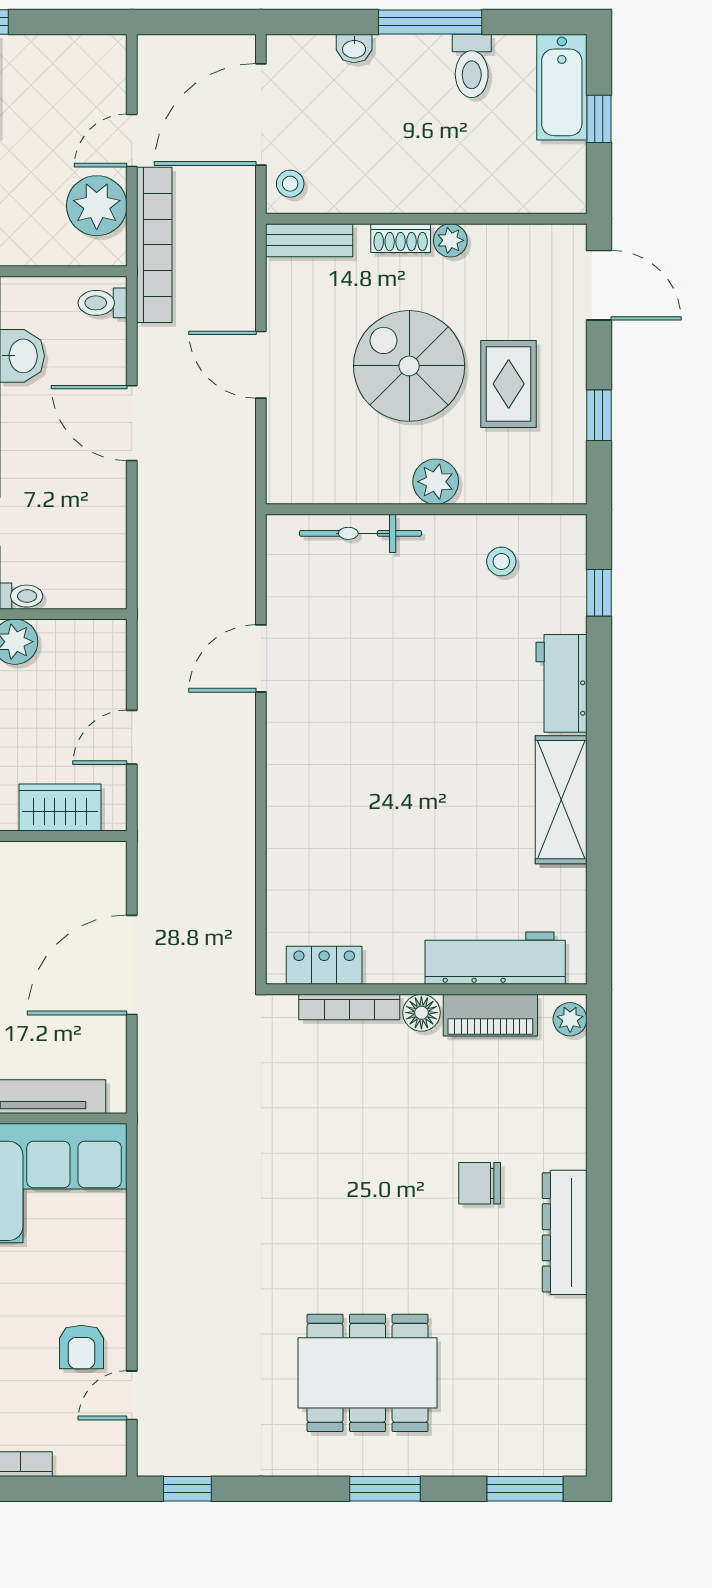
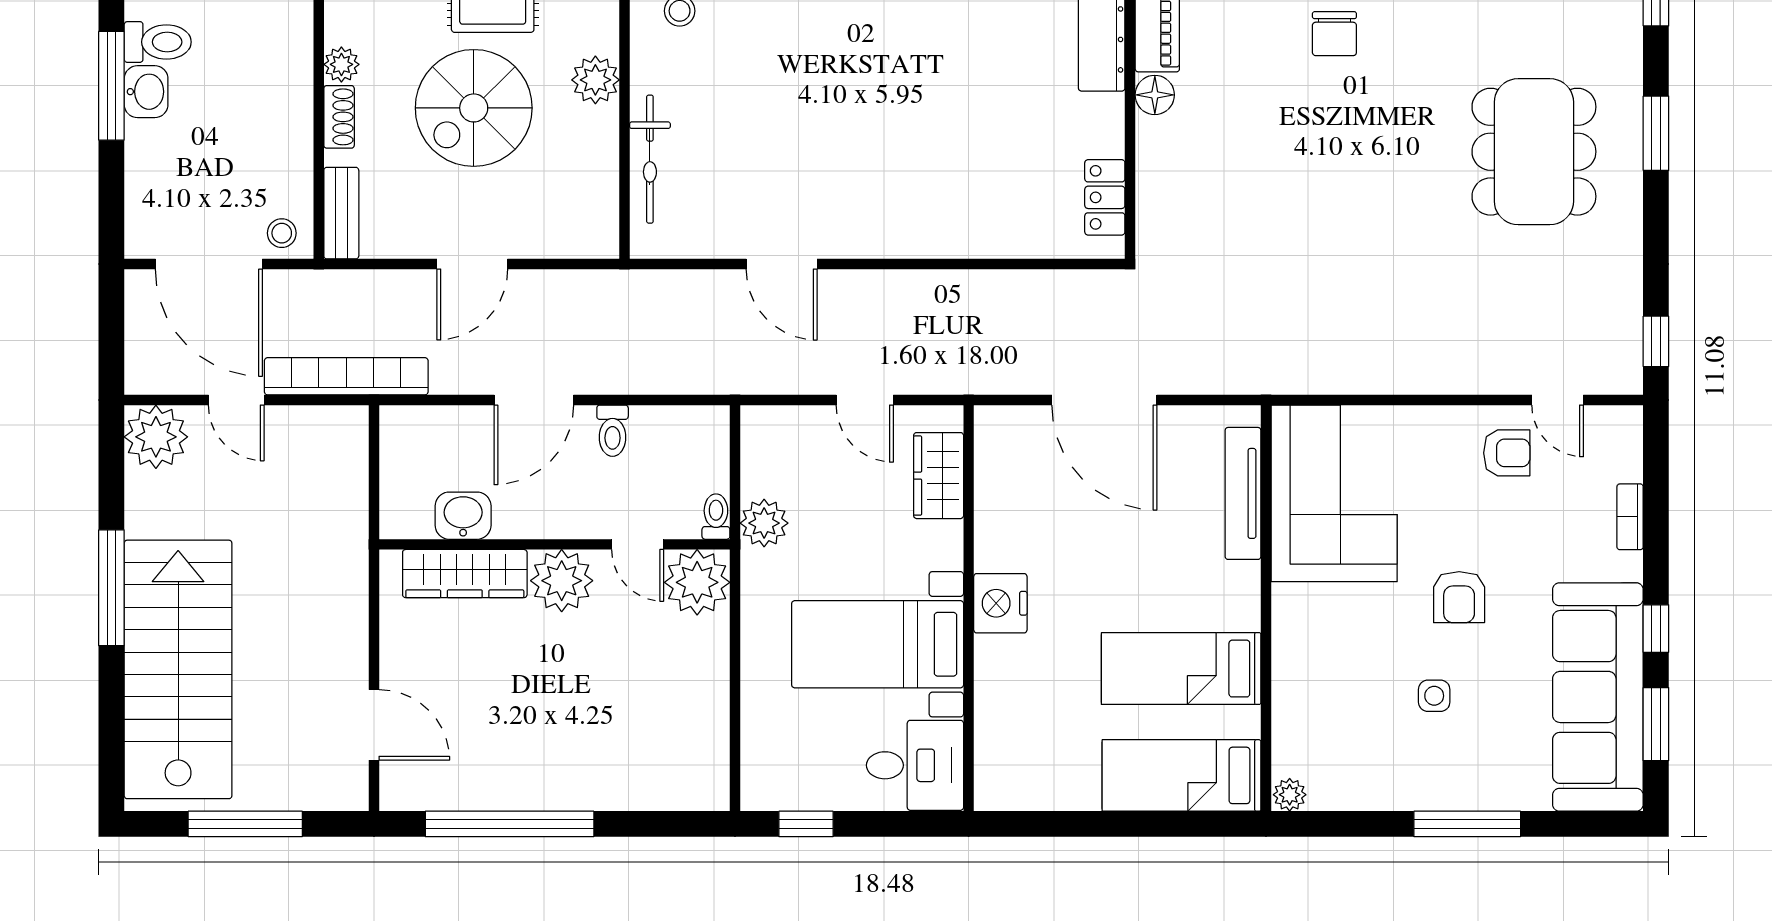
washbasin: (354, 48) -> (146, 92), moved, width x1.38, depth x1.45
plant: (97, 206) -> (156, 437), moved
toilet: (103, 303) -> (613, 431), moved
bookcase: (349, 1007) -> (1149, 171), removed

